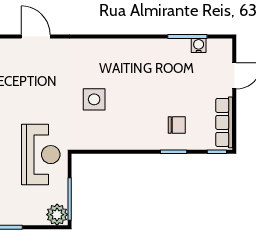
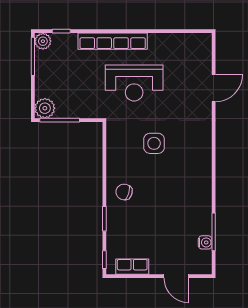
row of seats: (224, 122) -> (132, 267), width x0.68
chair: (177, 125) -> (124, 192), moved, turned 107
reception desk: (41, 155) -> (134, 83), moved

